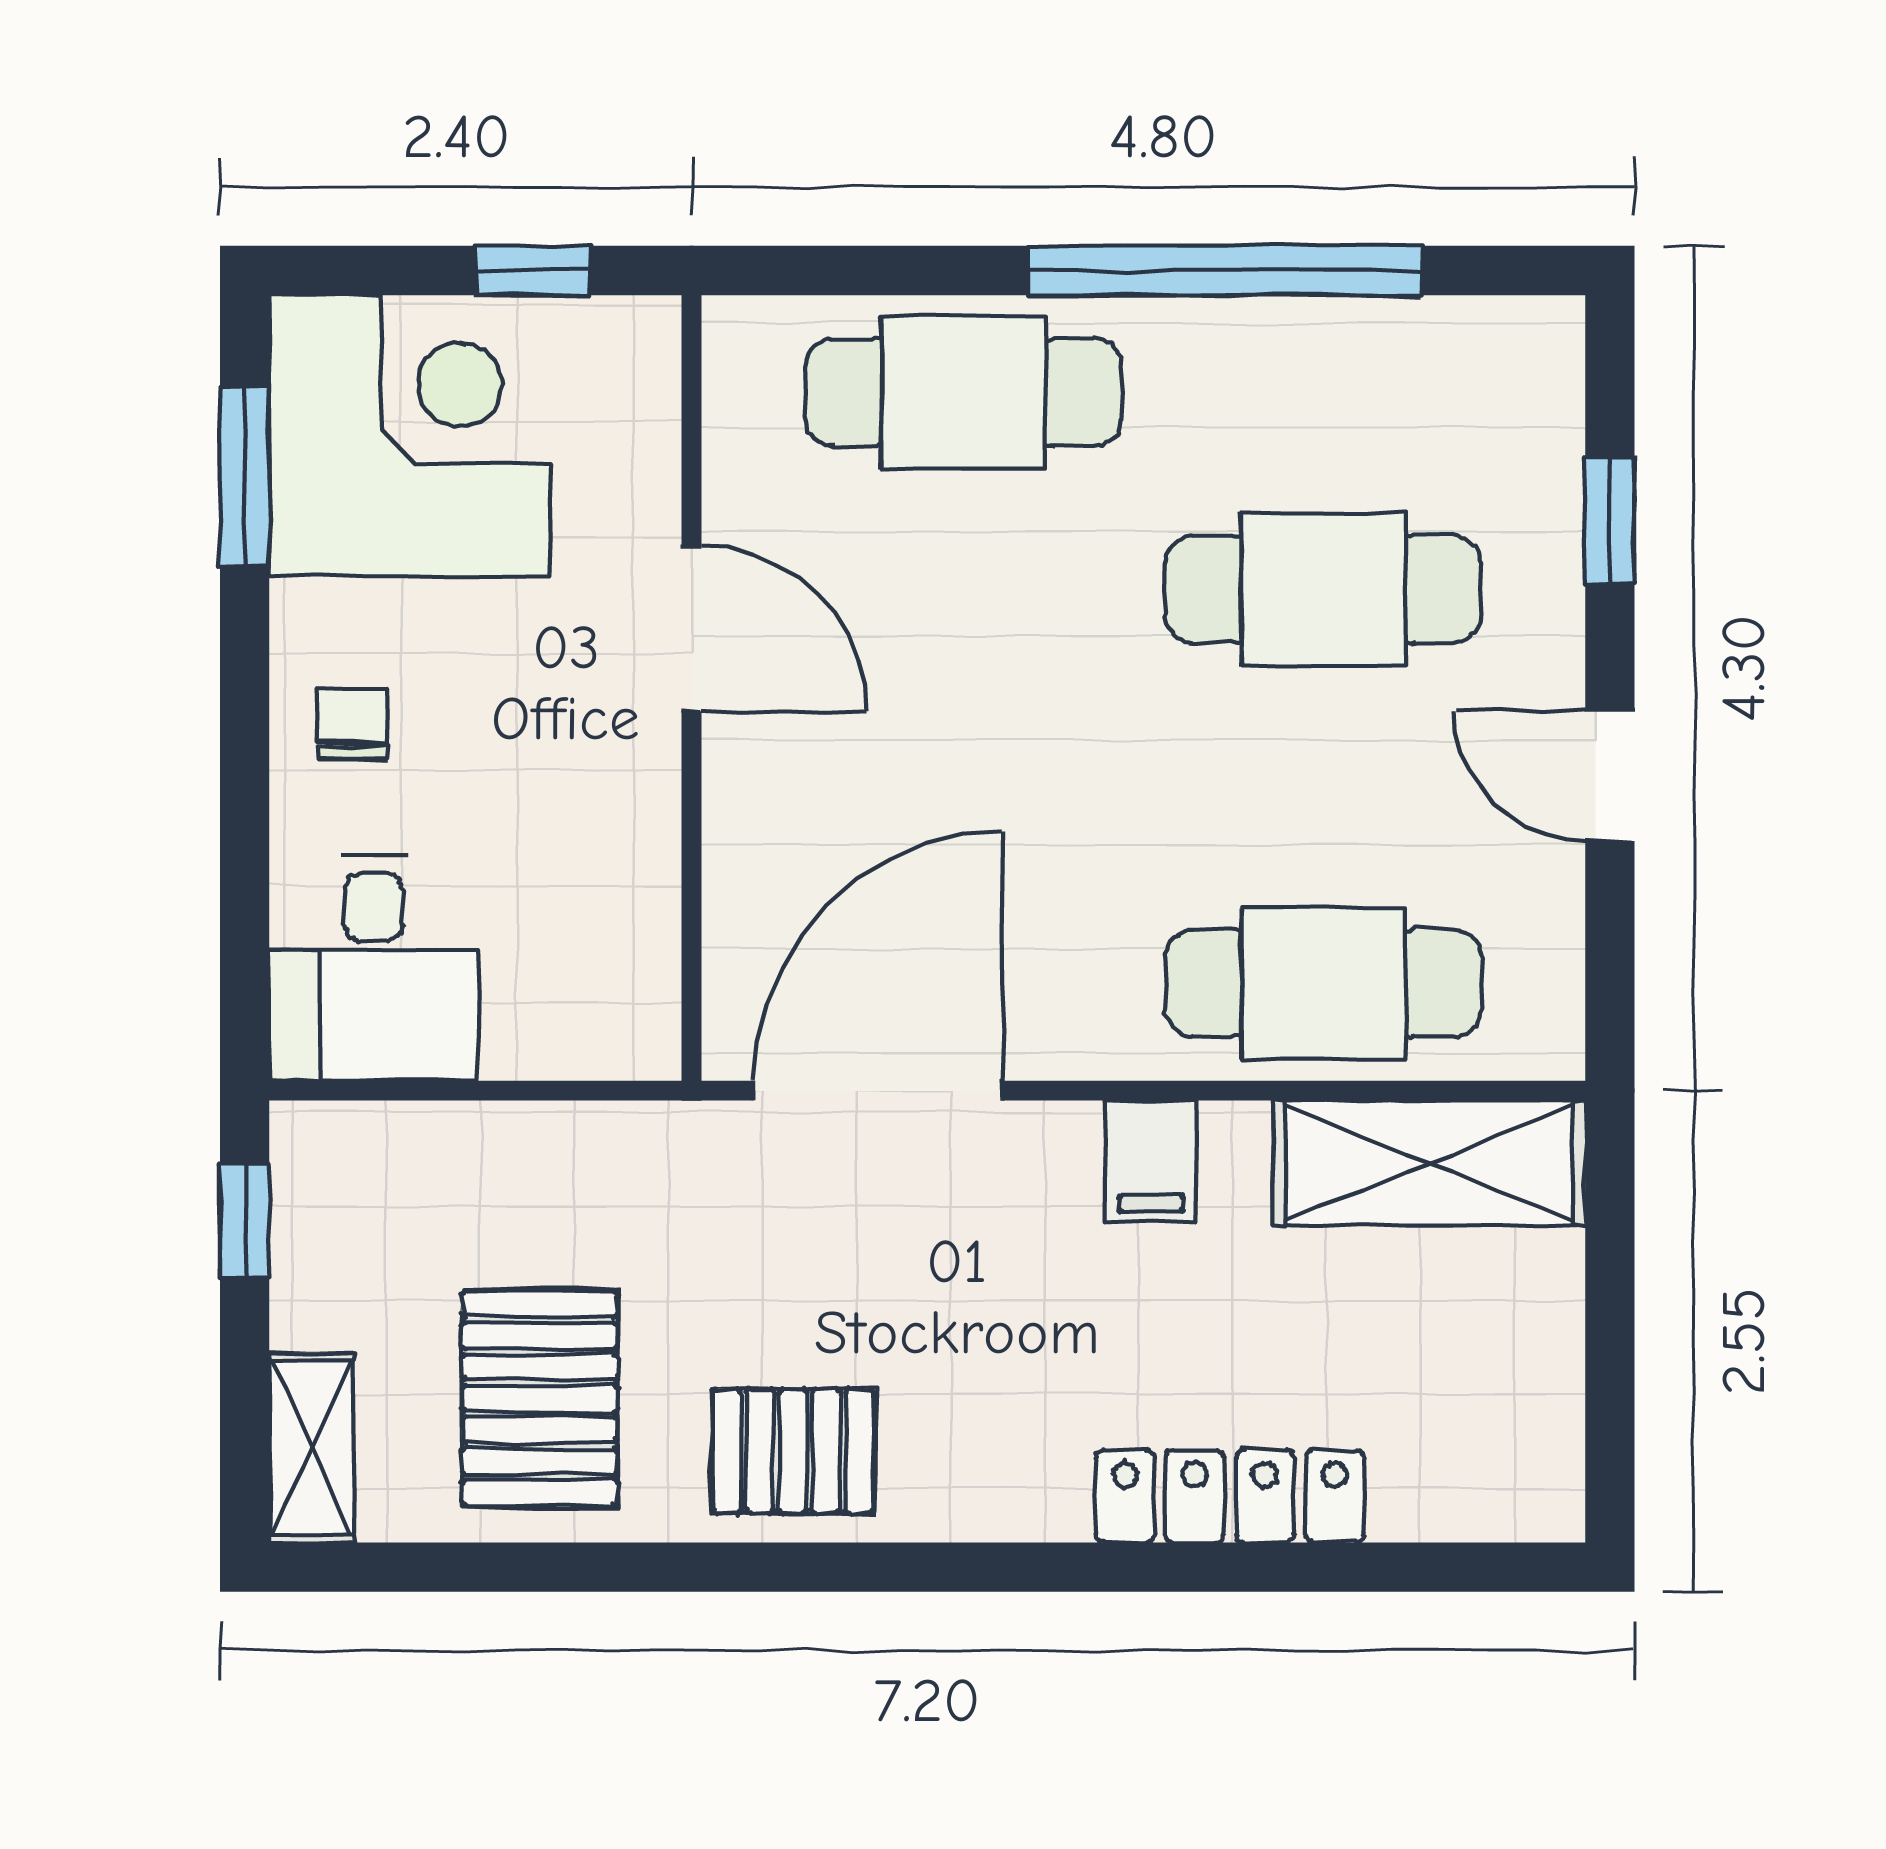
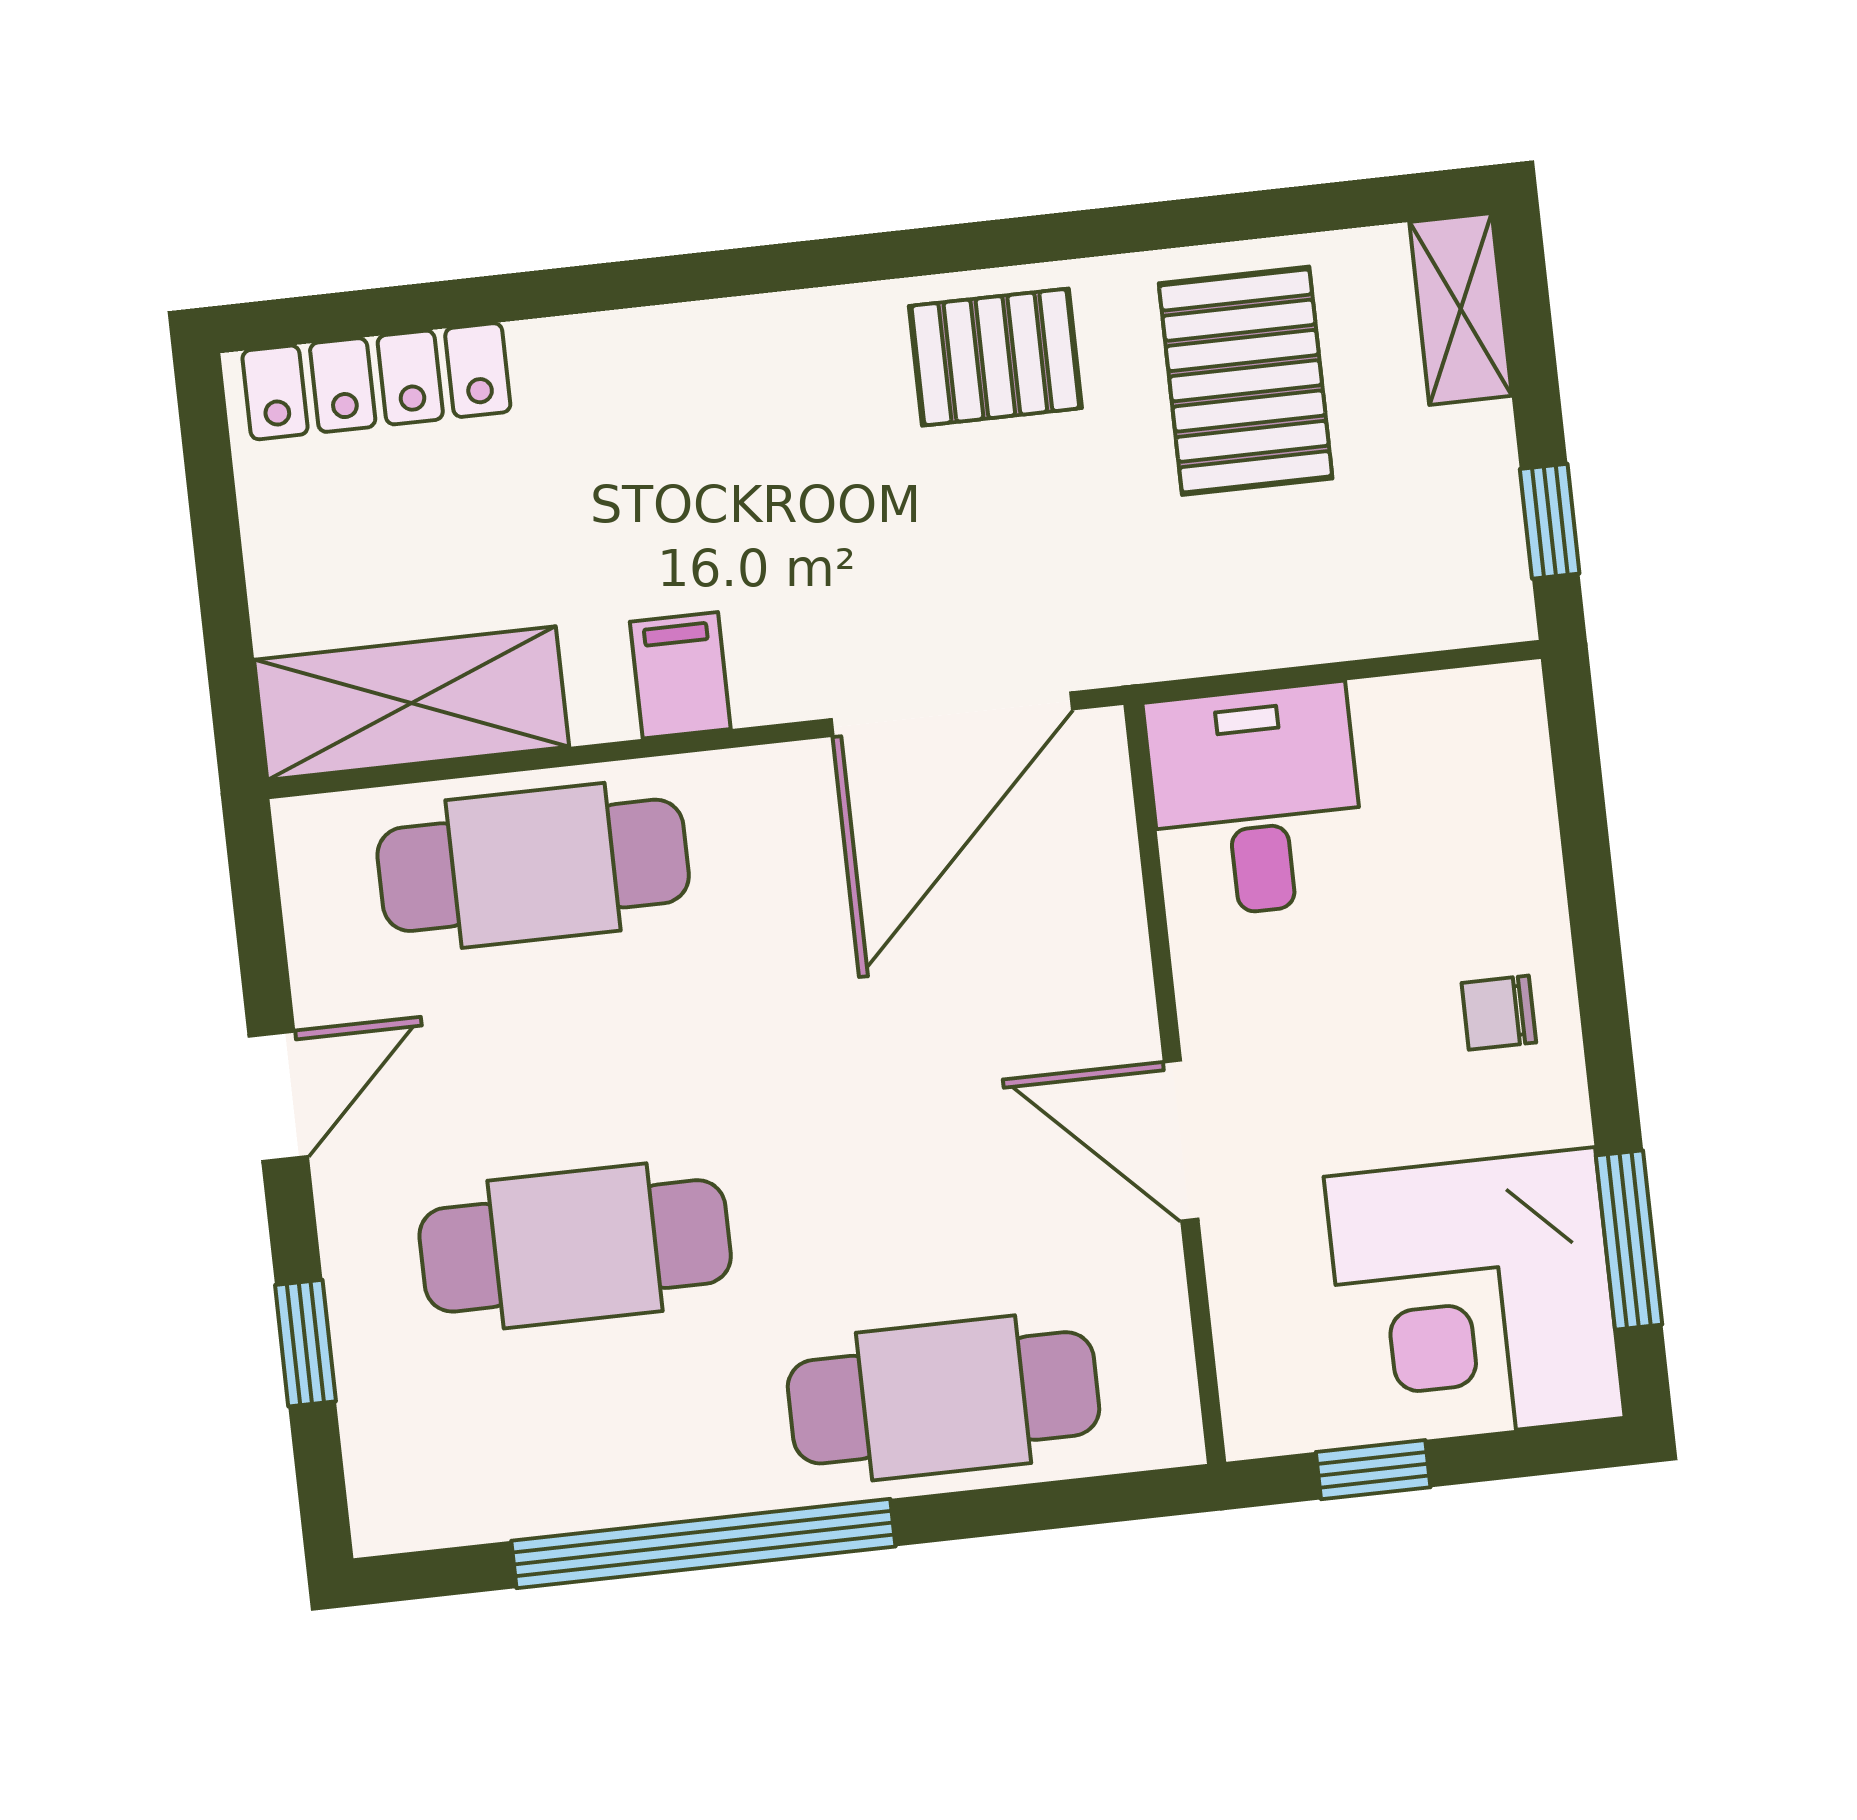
chair: (352, 724) -> (1499, 1013), turned 90
door: (1610, 776) -> (278, 1096), hinge flipped
desk: (374, 968) -> (1256, 801), moved
locker: (1230, 1496) -> (376, 381), moved

